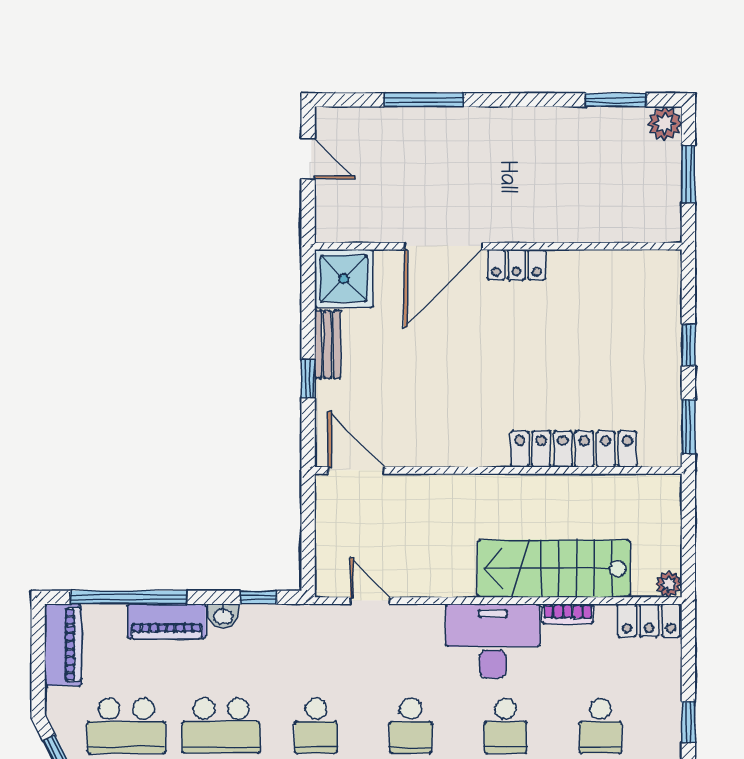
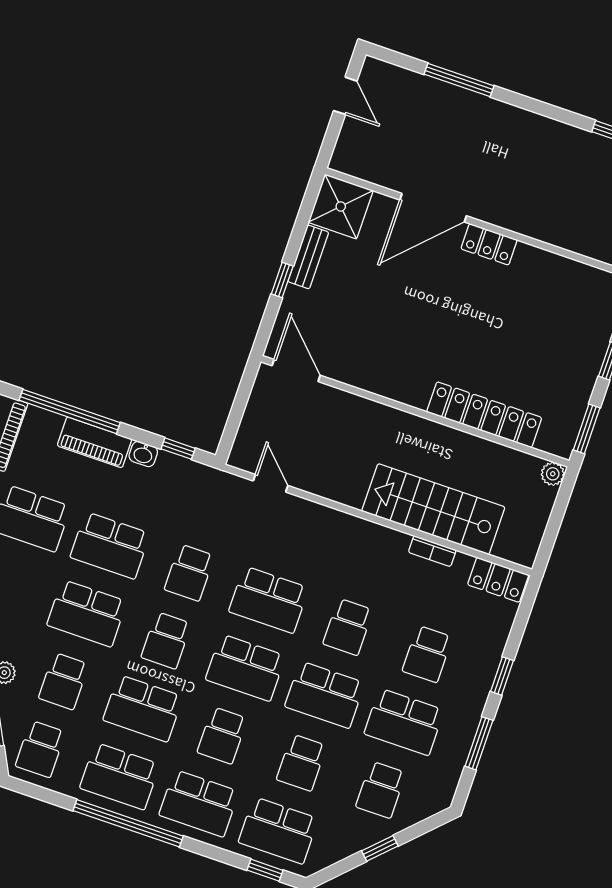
plant: (669, 584) -> (553, 474), moved
desk: (493, 641) -> (362, 552), removed
school desk: (411, 726) -> (269, 600), width x1.85

